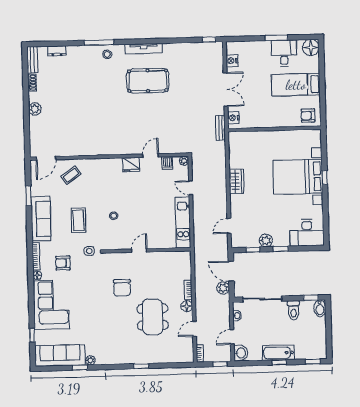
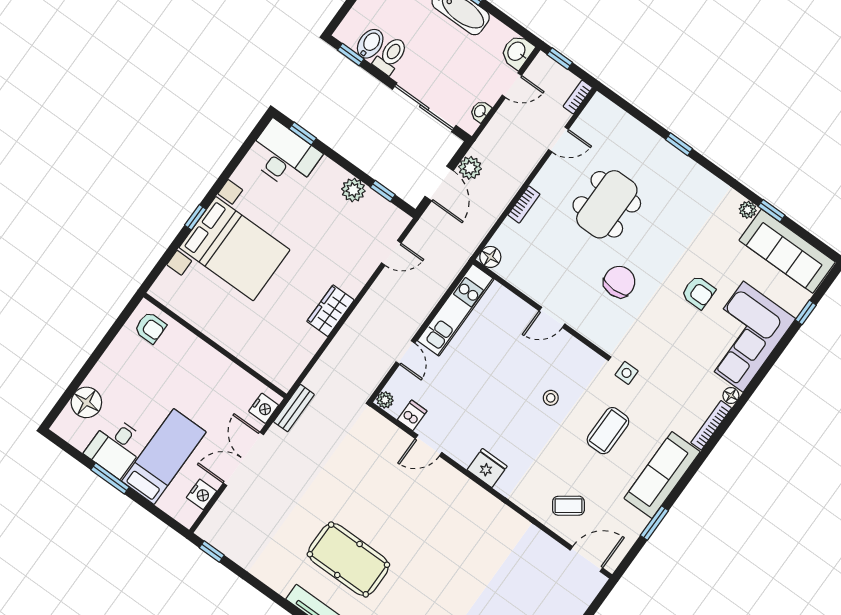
floor lamp: (311, 47) -> (86, 402), moved
bed: (296, 85) -> (164, 457), moved, turned -90
fridge: (131, 165) -> (487, 468), moved
window: (281, 249) -> (303, 133), moved
armchair: (63, 263) -> (698, 292), moved
floor lamp: (187, 306) -> (490, 257), moved
bidet: (320, 308) -> (370, 44), moved

